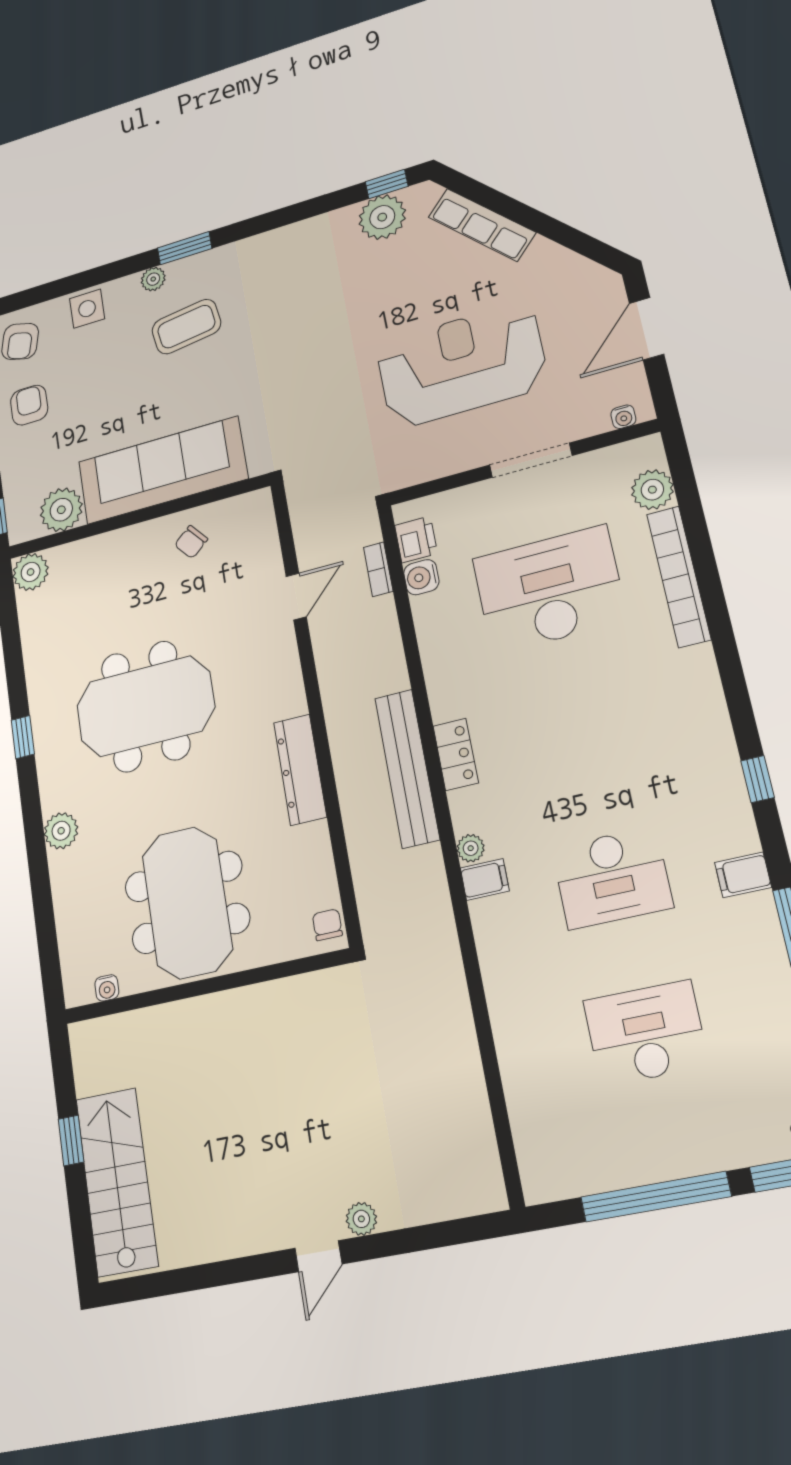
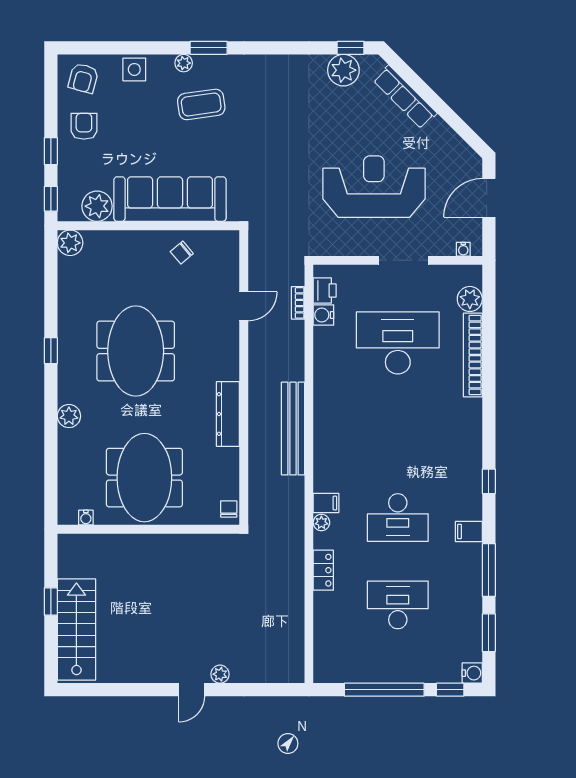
meeting table: (145, 706) -> (136, 351), turned 90
locker: (456, 754) -> (323, 570), moved
plant: (471, 848) -> (321, 523), moved

